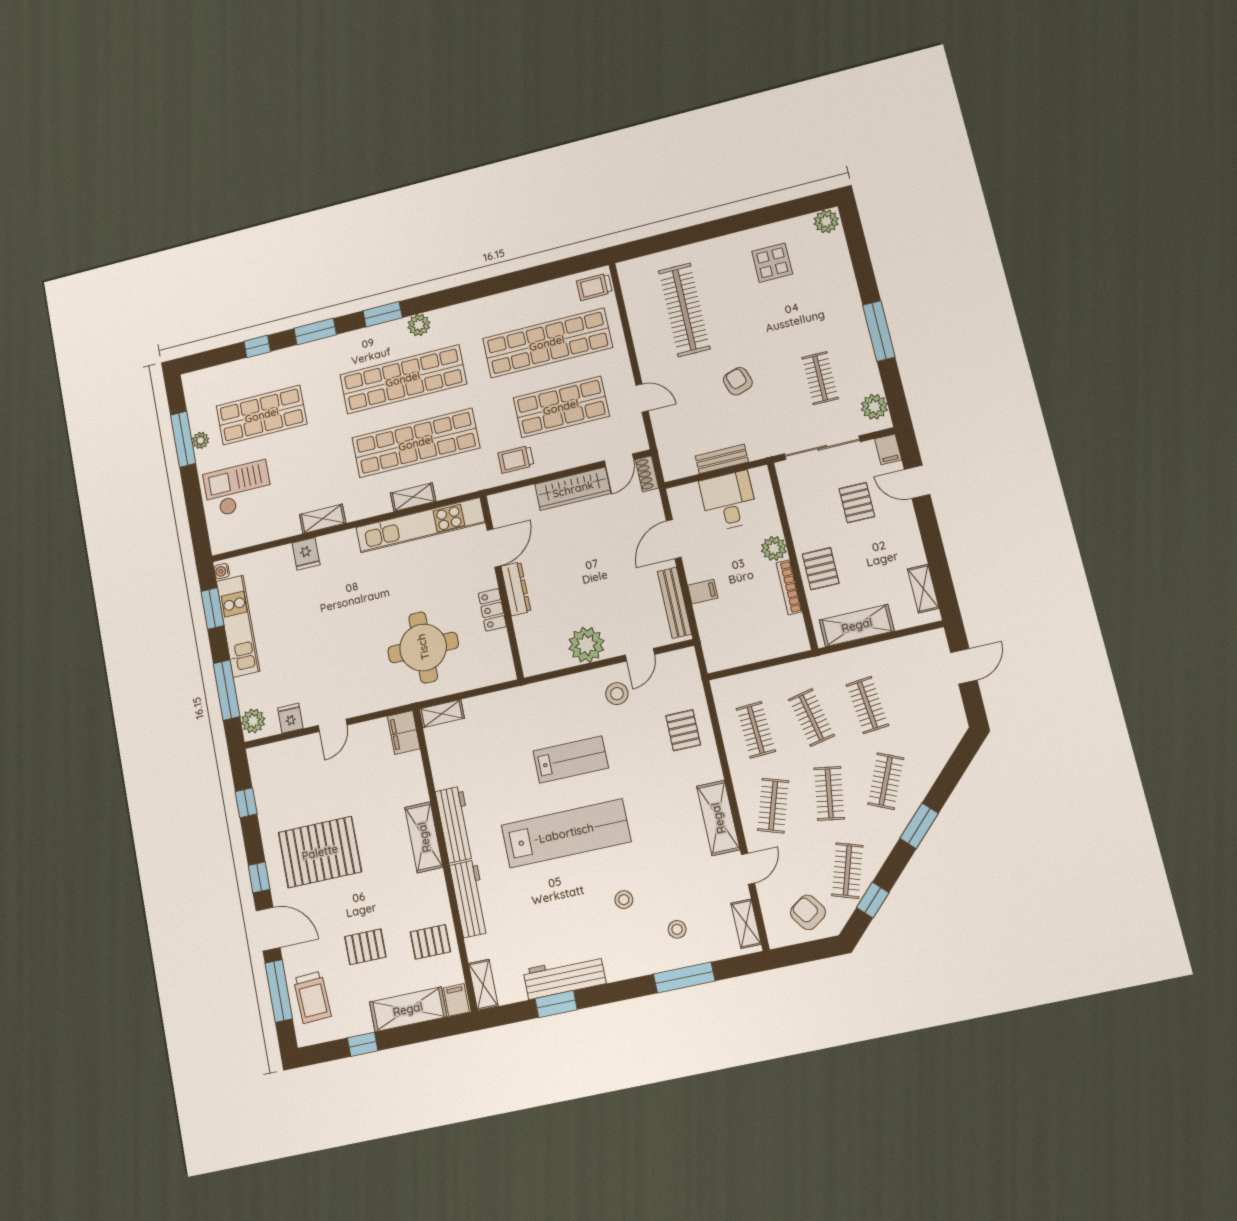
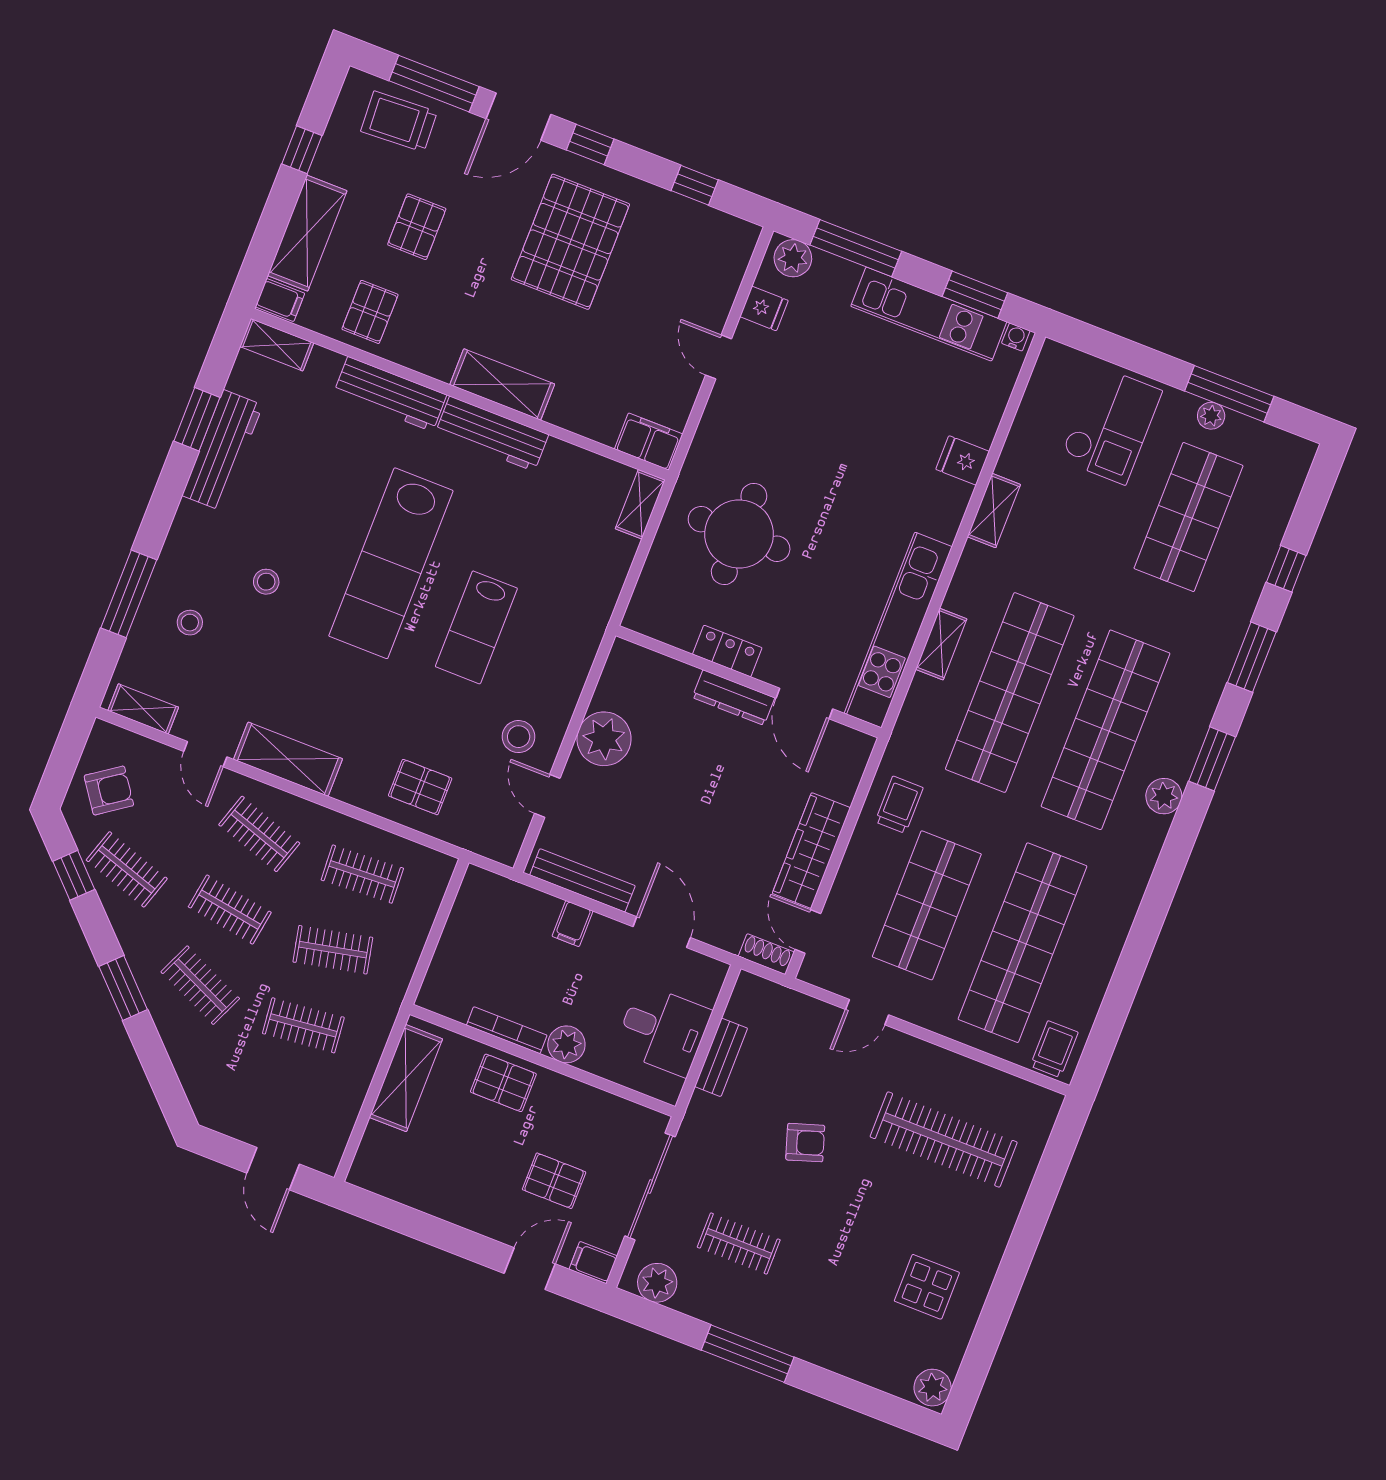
shelving: (923, 589) -> (397, 1186), removed

